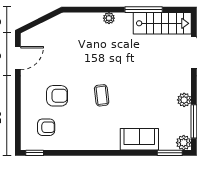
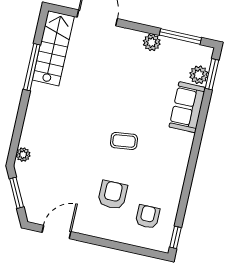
plant: (109, 18) -> (23, 155), moved
window: (42, 20) -> (17, 193), added
door: (18, 58) -> (56, 232), hinge flipped
plant: (184, 143) -> (199, 75), moved

